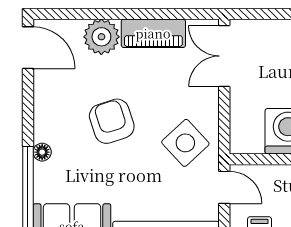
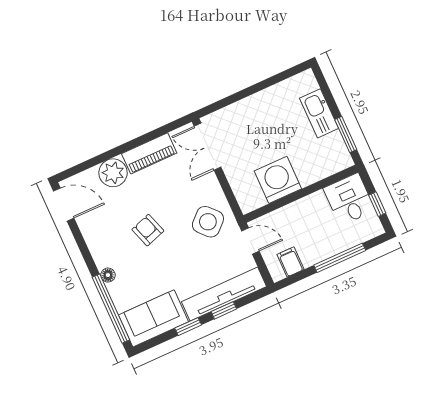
armchair: (112, 121) -> (148, 230), width x0.72, depth x0.72

